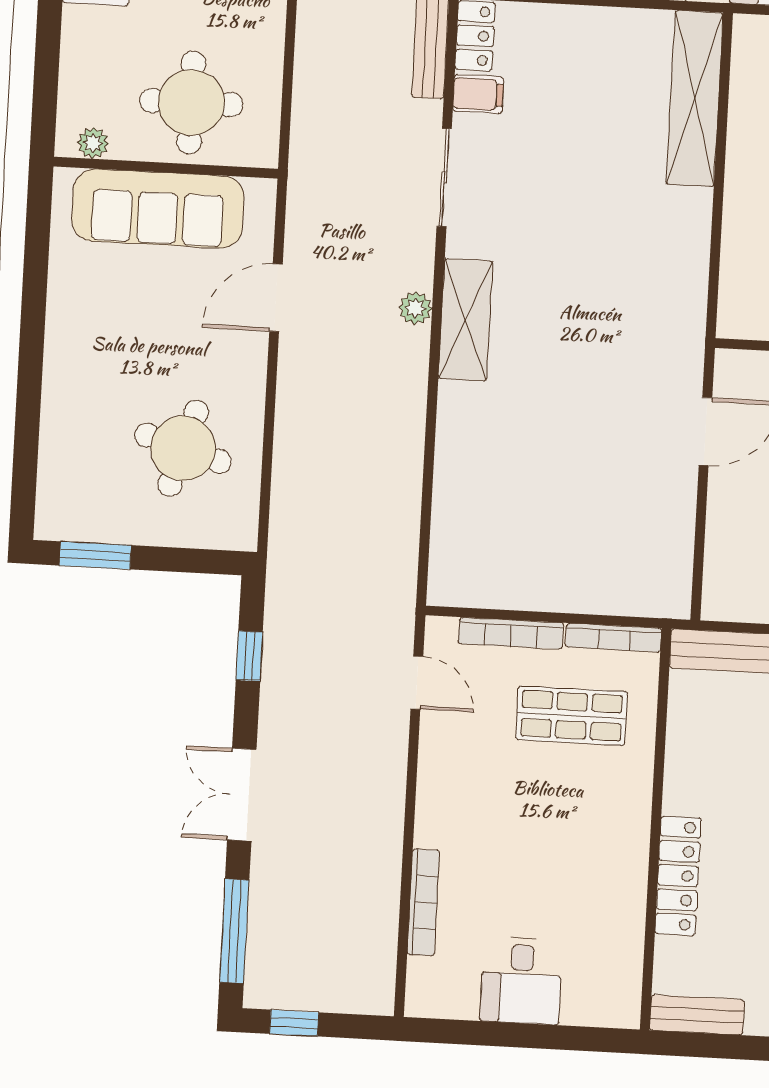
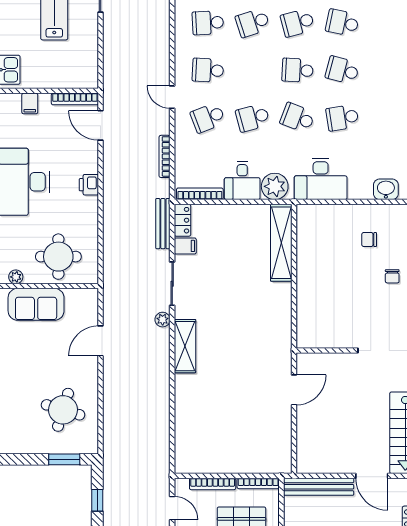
sofa: (158, 208) -> (36, 304), width x0.73
plant: (415, 308) -> (163, 320), moved
window: (95, 555) -> (64, 459), moved

